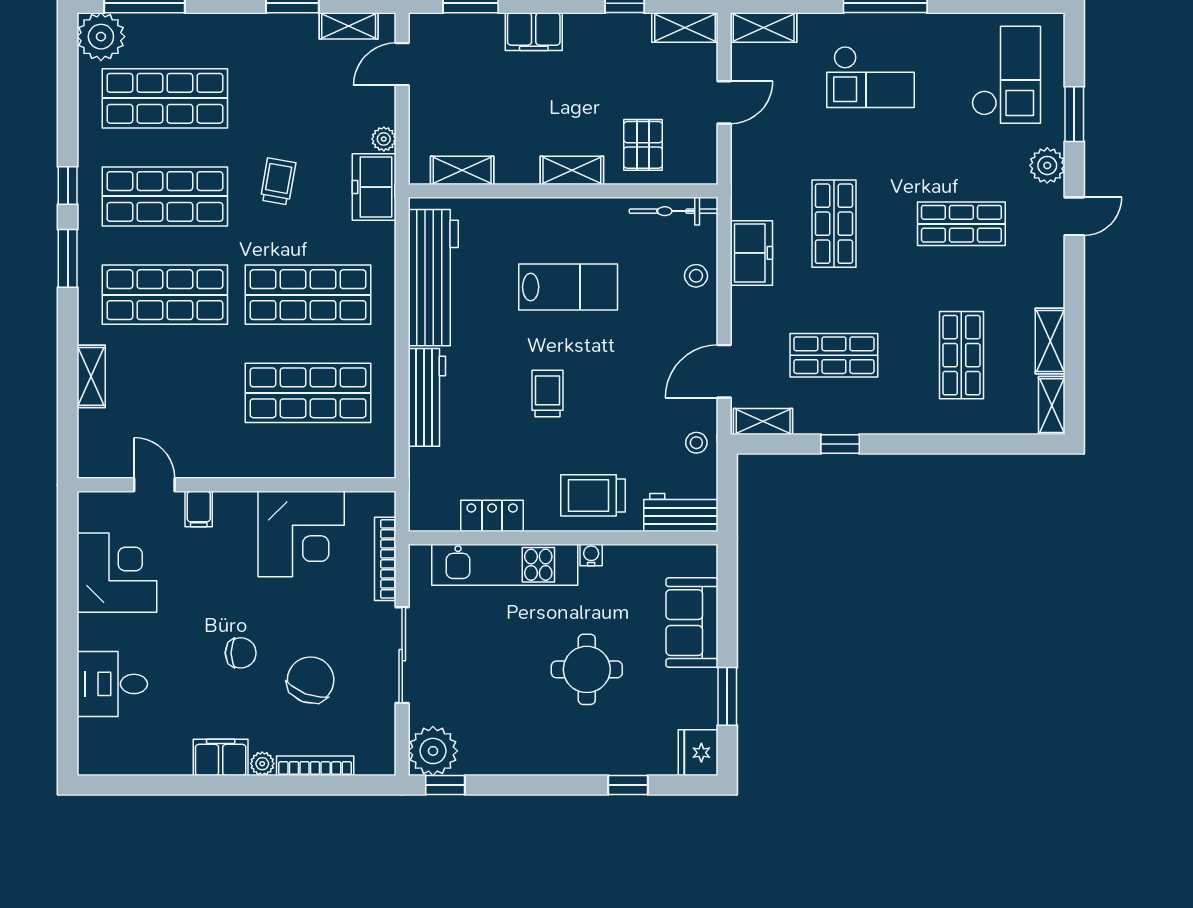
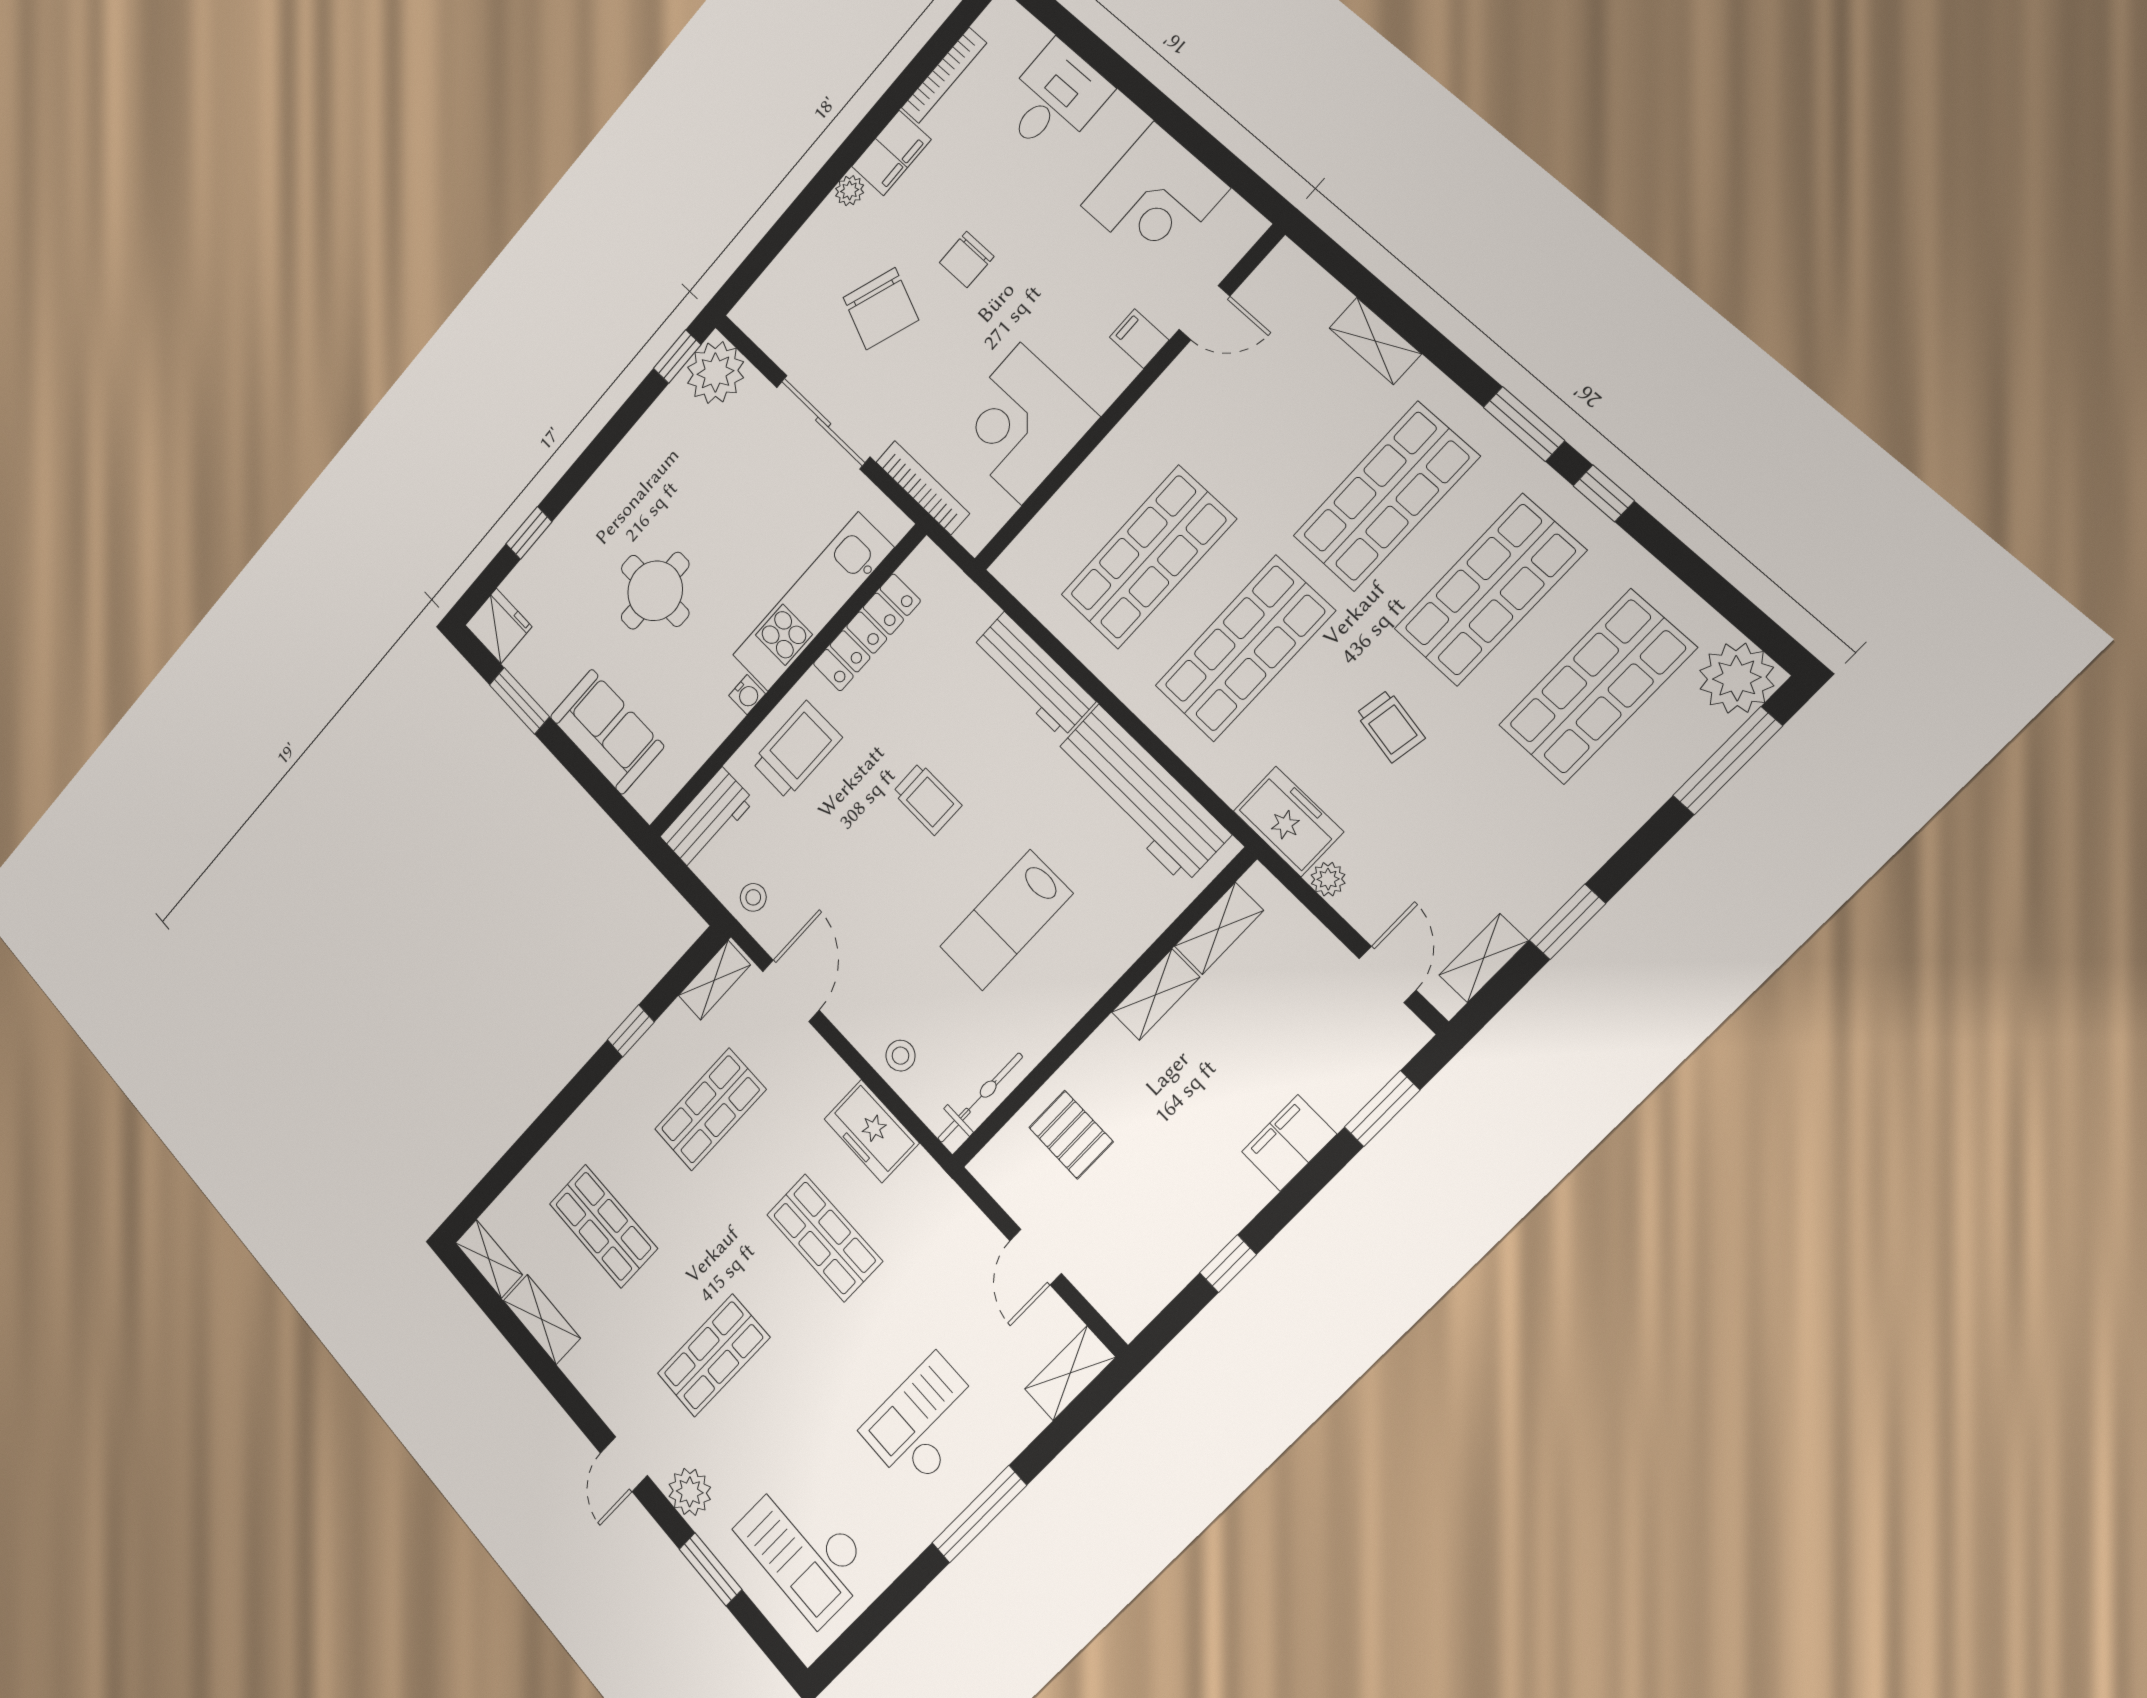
shelving: (685, 28) -> (1145, 1297), removed
shelving: (572, 170) -> (1156, 995), moved
locker: (492, 516) -> (867, 633), width x1.53
bookcase: (315, 766) -> (944, 75), moved

